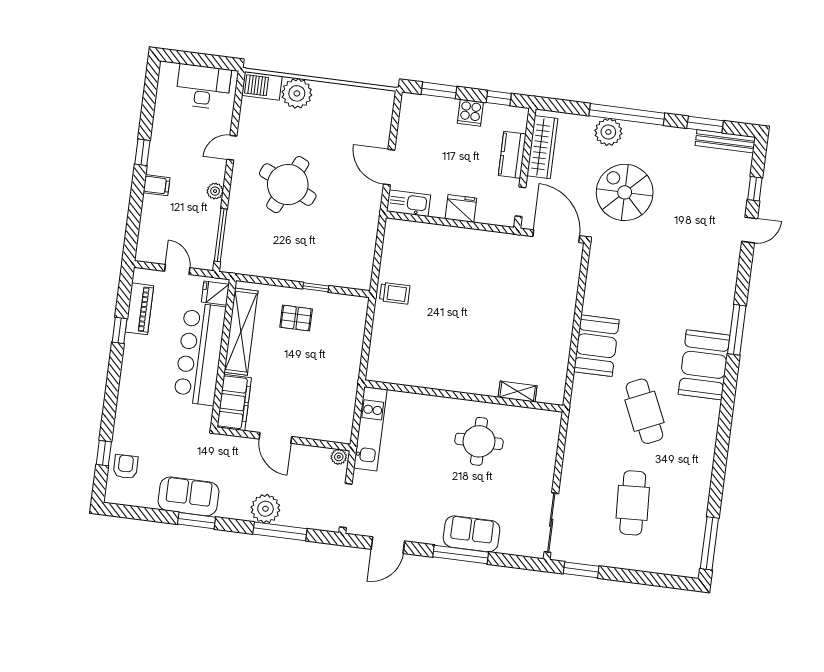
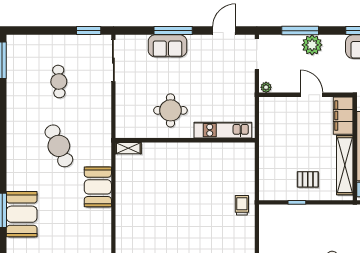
trolley: (395, 293) -> (242, 205), turned 90
booth: (704, 365) -> (22, 214), moved
shelving: (518, 392) -> (128, 148), moved
kitchen unit: (370, 429) -> (223, 130), moved, turned 90
cafe table: (633, 503) -> (59, 82), width x0.73, depth x0.74

